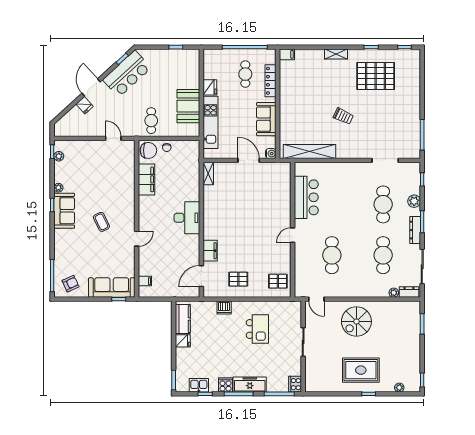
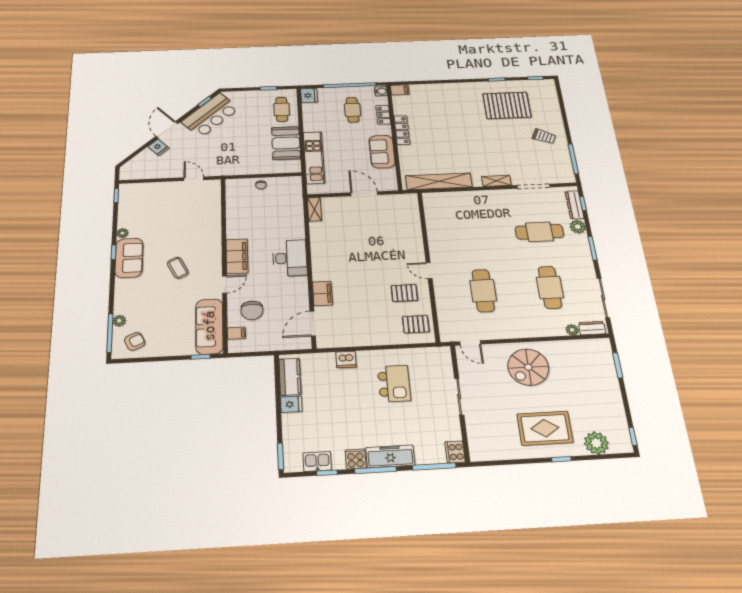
shelving: (336, 54) -> (496, 181), moved
locker: (271, 81) -> (383, 115), width x0.66
fridge: (210, 87) -> (309, 95), moved
locker: (285, 98) -> (402, 130), added
trolley: (343, 116) -> (544, 136), moved
cafe table: (151, 121) -> (282, 109), moved
chair: (148, 150) -> (252, 310), moved, turned 90
water cooler: (271, 154) -> (381, 91), moved
plant: (59, 156) -> (119, 321), moved
filing cabinet: (146, 179) -> (237, 256), moved
bar counter: (306, 197) -> (441, 229), removed
cafe table: (383, 204) -> (539, 232), turned 90
dresser: (415, 230) -> (574, 205), moved
door: (293, 235) -> (429, 271), hinge flipped
pallet: (238, 279) -> (404, 293), moved
sofa: (112, 288) -> (209, 326), moved, turned -90
plant: (399, 388) -> (596, 443), width x1.88, depth x1.88

